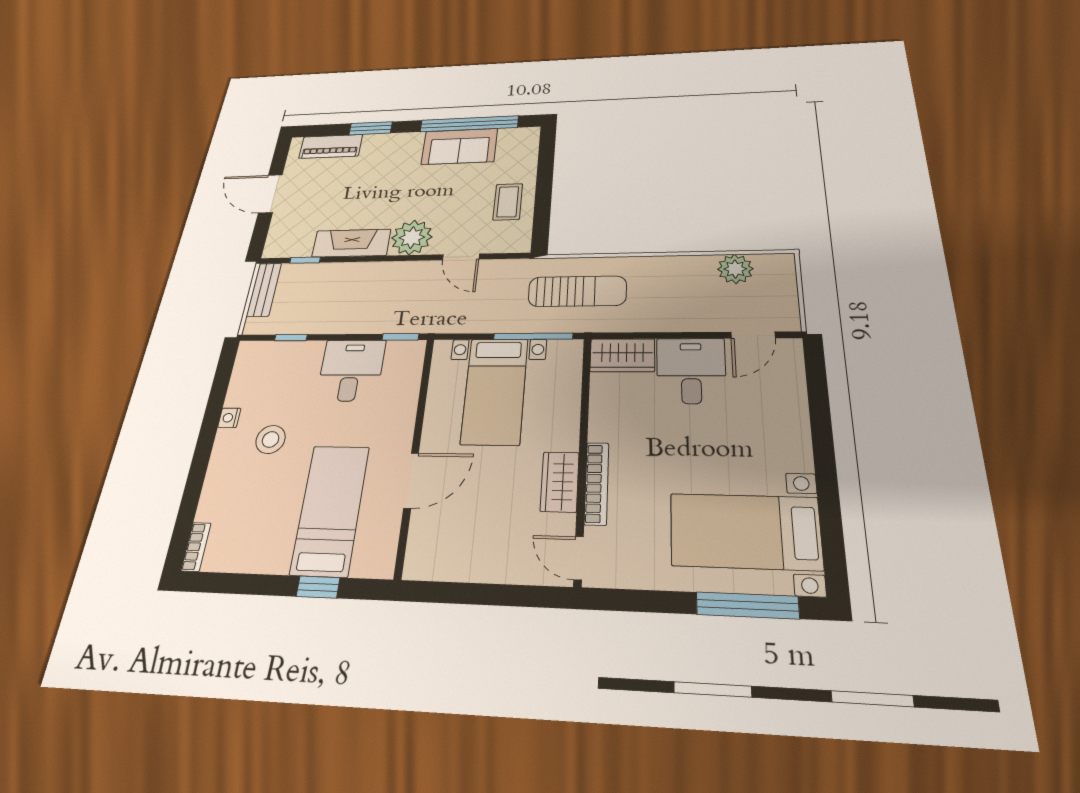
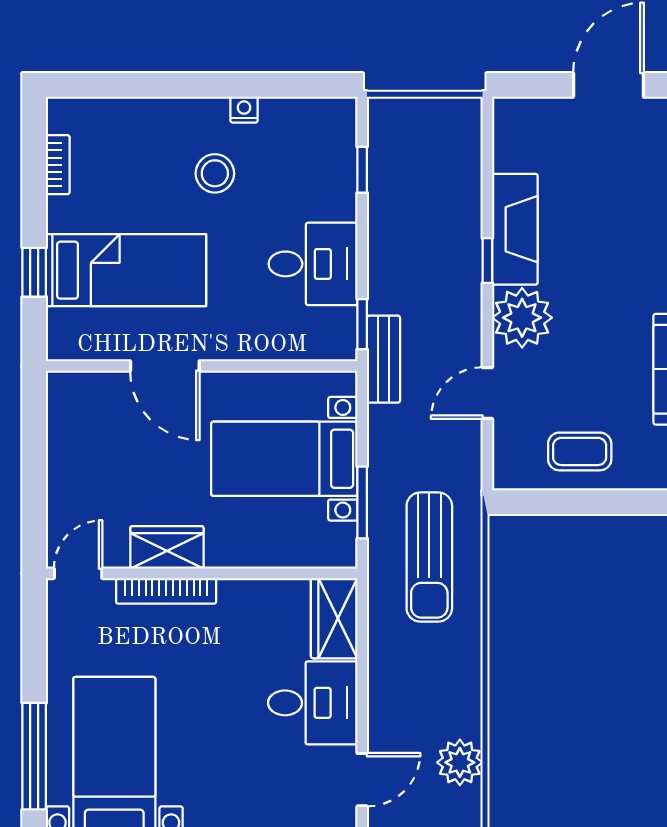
window: (305, 260) -> (487, 261), moved
bench: (264, 290) -> (383, 359), moved, turned 90
door: (753, 335) -> (362, 780), swing flipped
window: (533, 336) -> (362, 503), width x0.69
bookcase: (196, 547) -> (58, 165), moved, turned -90

